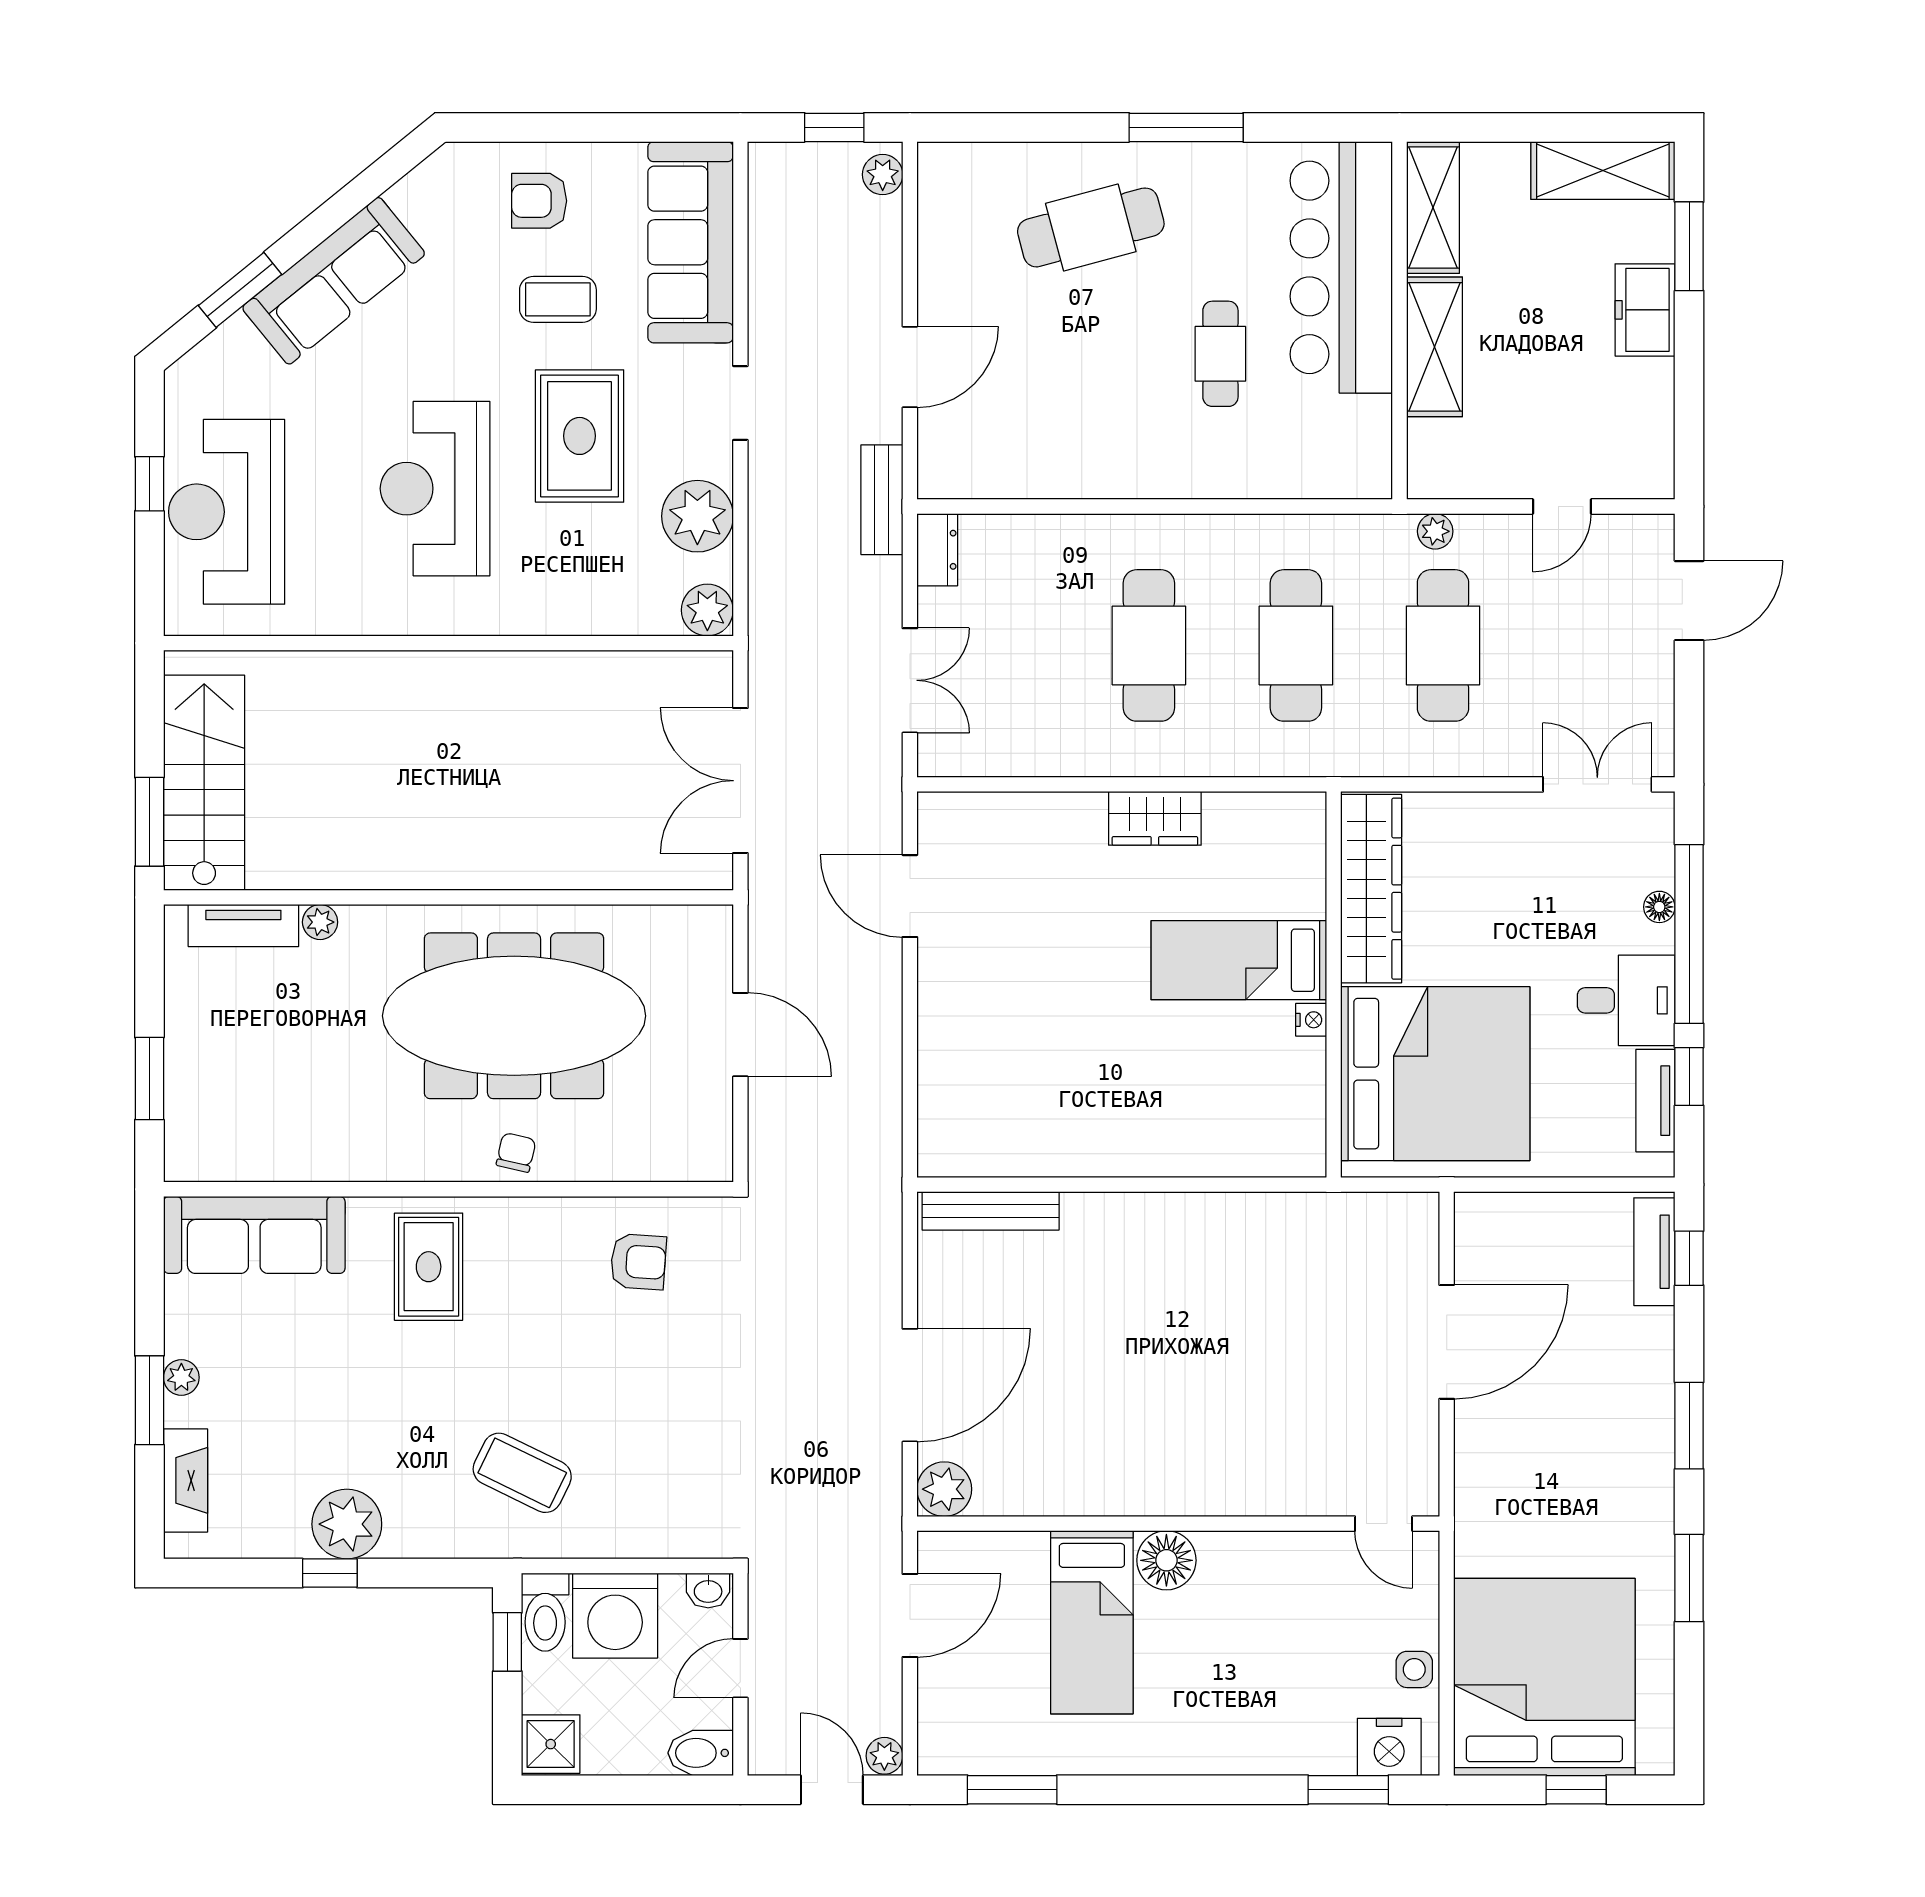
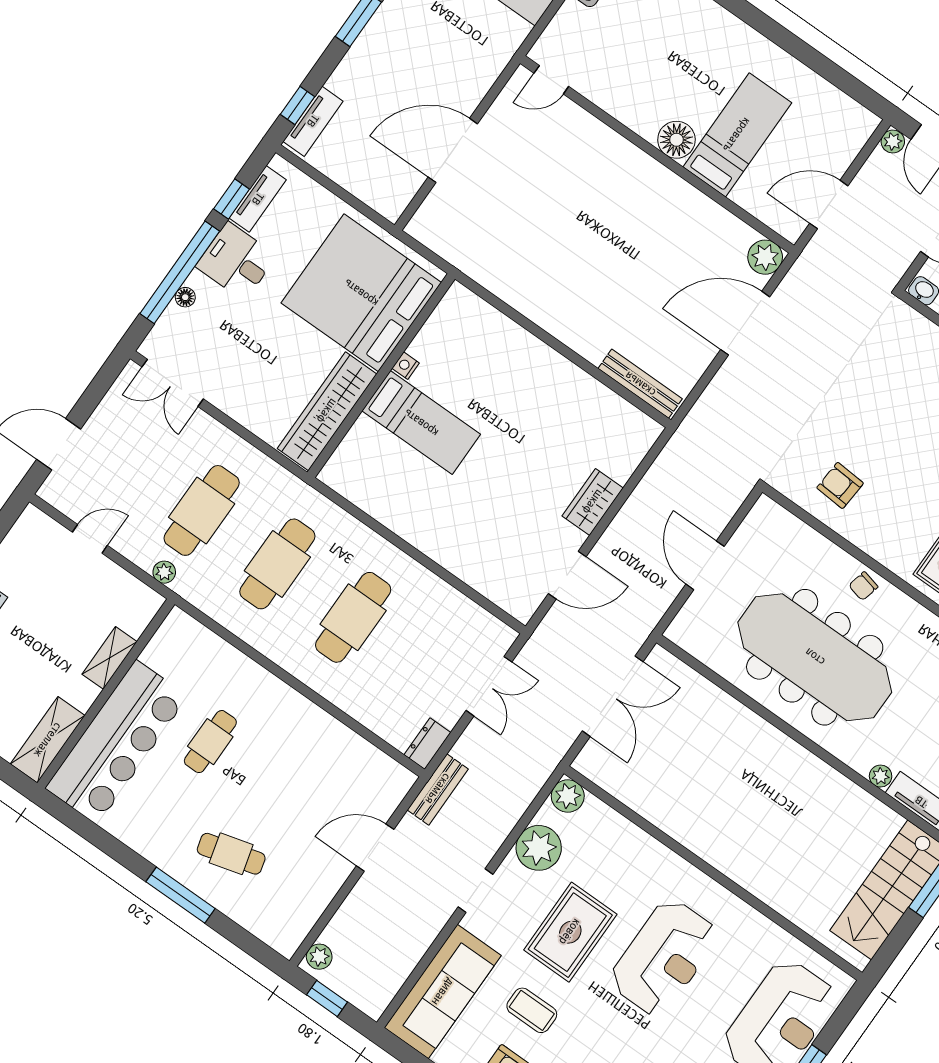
window: (1186, 127) -> (181, 895), moved
cafe table: (1091, 227) -> (231, 854), width x0.73, depth x0.74
shelving: (1435, 347) -> (110, 658), width x0.67, depth x0.75
double door: (910, 680) -> (489, 686), swing flipped
wardrobe: (1155, 818) -> (593, 502), moved, turned -90
door: (910, 896) -> (567, 575), hinge flipped
door: (1384, 1524) -> (551, 80), swing flipped
window: (1012, 1790) -> (839, 78), removed

